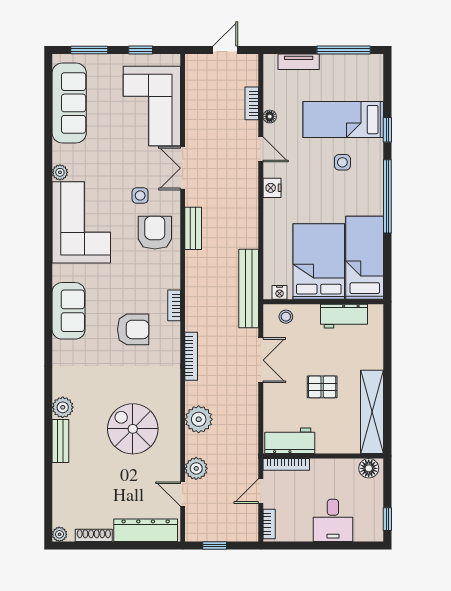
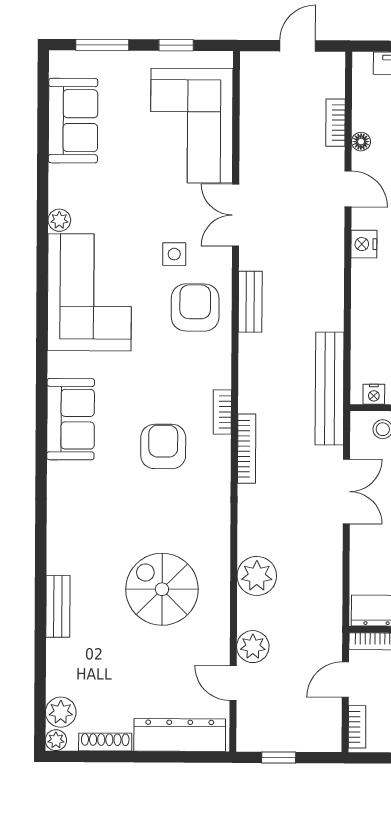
sofa: (69, 103) -> (73, 121), width x0.73
armchair: (133, 329) -> (163, 446), turned -90
bookcase: (191, 356) -> (247, 449), moved
plant: (63, 407) -> (61, 712), moved

